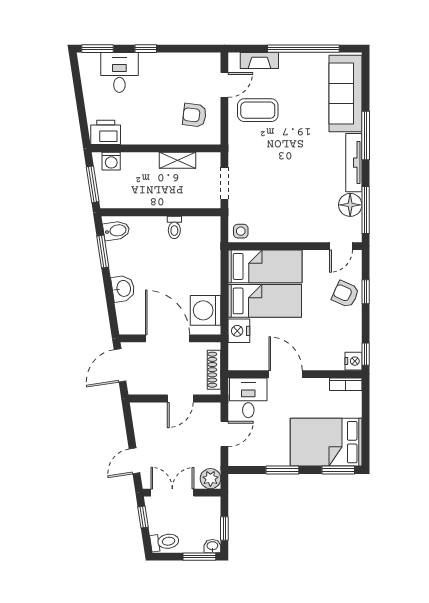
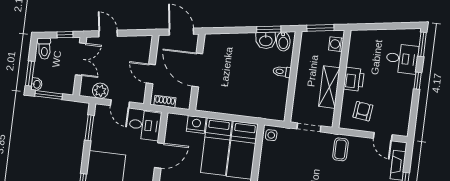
coffee table: (258, 110) -> (340, 149), moved, width x0.73, depth x0.77
printer: (106, 132) -> (354, 79), moved
shelving: (177, 160) -> (329, 87), width x1.50, depth x1.33
toilet: (174, 227) -> (282, 72), moved
washbasin: (123, 289) -> (266, 40), moved
washing machine: (206, 310) -> (215, 101), removed
door: (168, 338) -> (197, 70), swing flipped
shoe rack: (214, 370) -> (165, 101), width x0.70
window: (282, 470) -> (89, 128), moved
plant: (210, 479) -> (100, 91), moved
window: (224, 529) -> (49, 95), width x1.50

